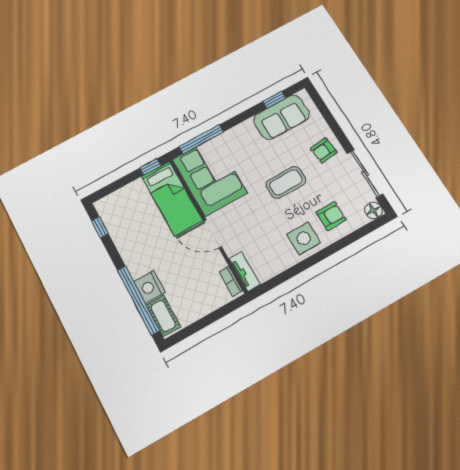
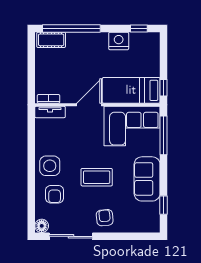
sofa: (281, 117) -> (147, 179), moved
coffee table: (286, 182) -> (97, 177), turned 90
nightstand: (149, 287) -> (119, 41), moved

